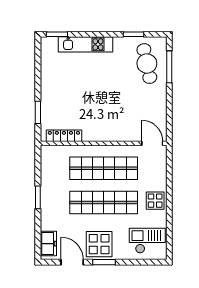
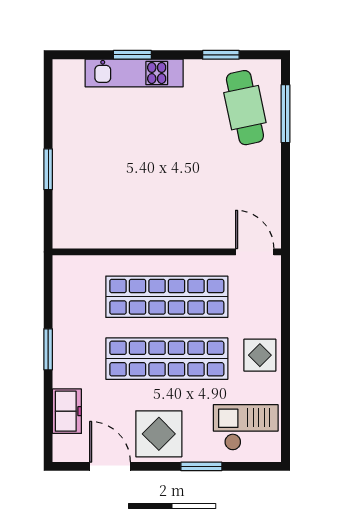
window: (57, 34) -> (132, 55), moved
window: (38, 112) -> (48, 169), moved
locker: (64, 136) -> (95, 238), removed
freezer: (48, 244) -> (67, 411), moved
window: (104, 262) -> (201, 466), moved

